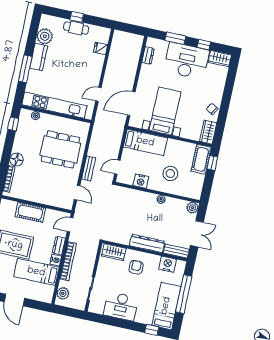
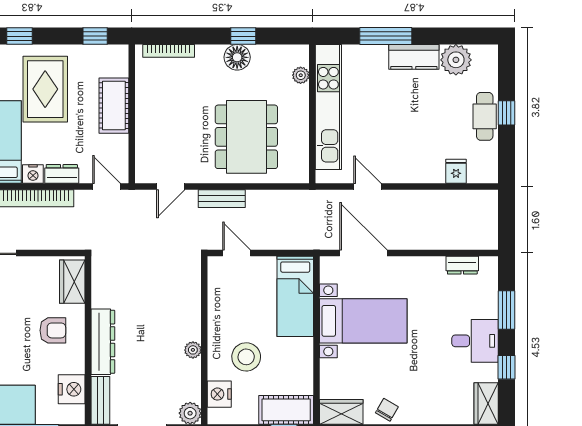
desk: (187, 61) -> (475, 341), width x0.53, depth x0.77
window: (13, 124) -> (243, 36), moved
floor lamp: (17, 159) -> (237, 57), moved
nightstand: (141, 181) -> (219, 394), moved

